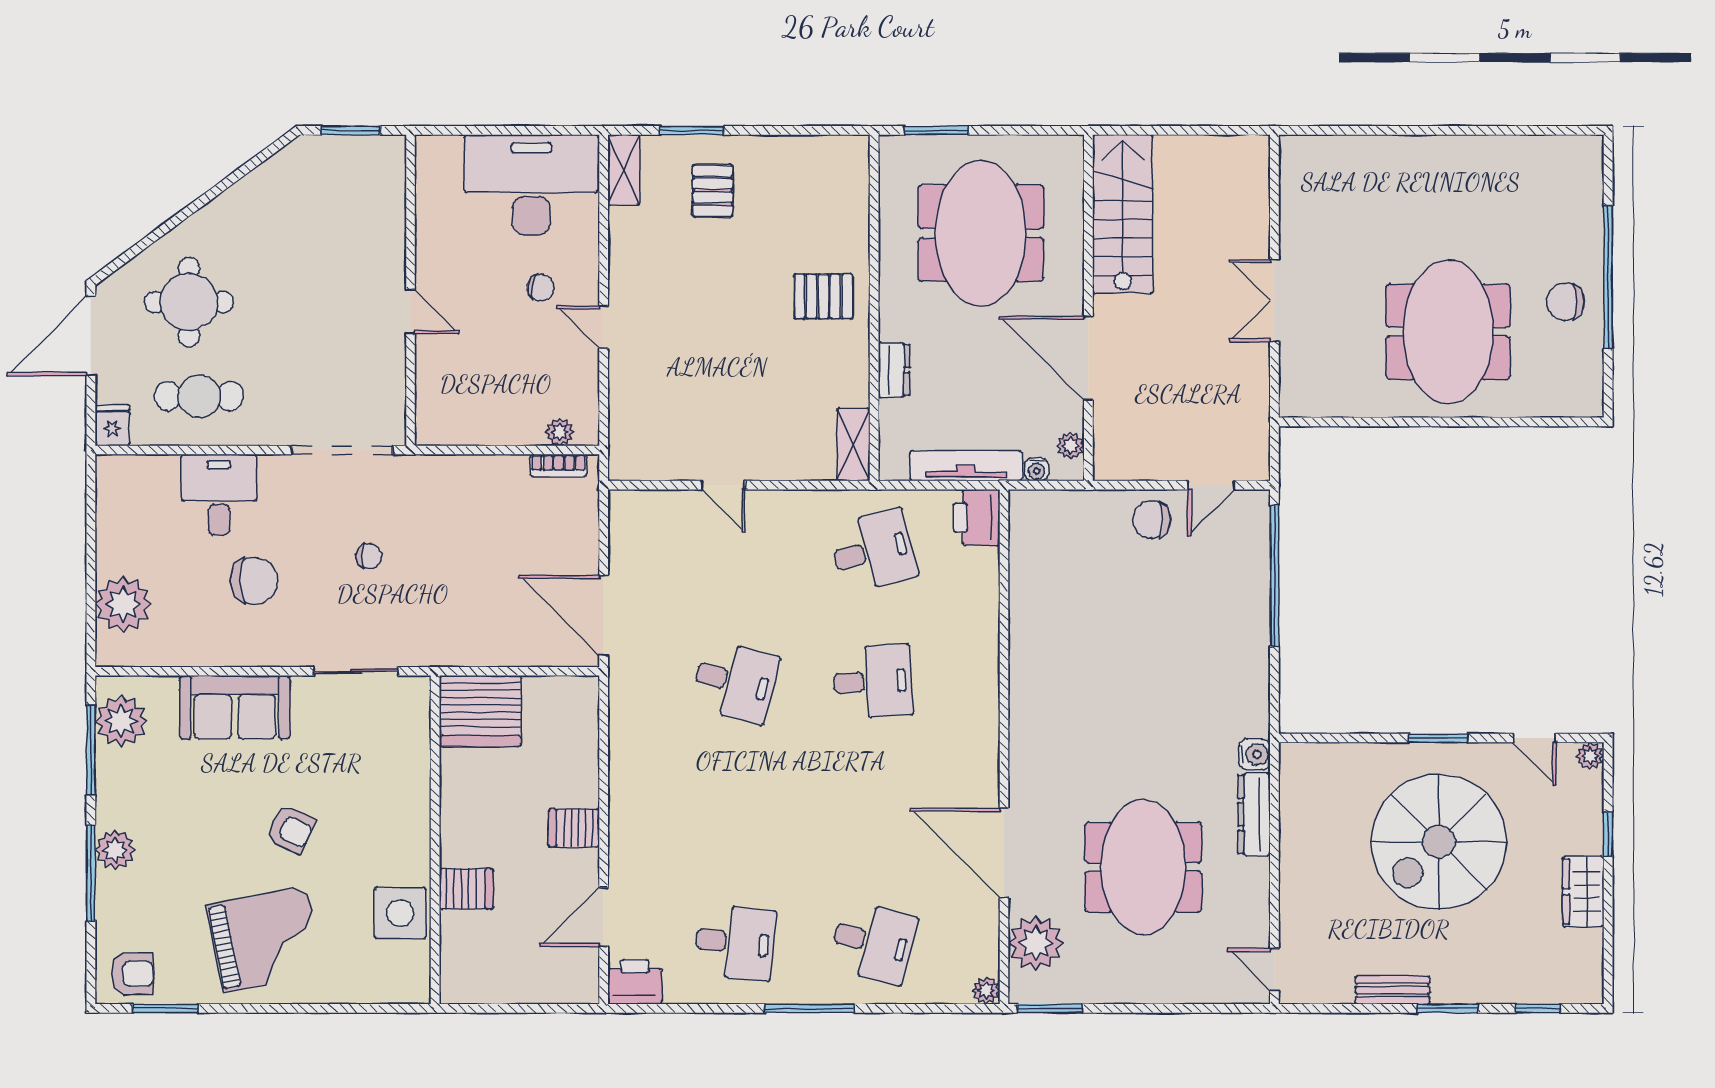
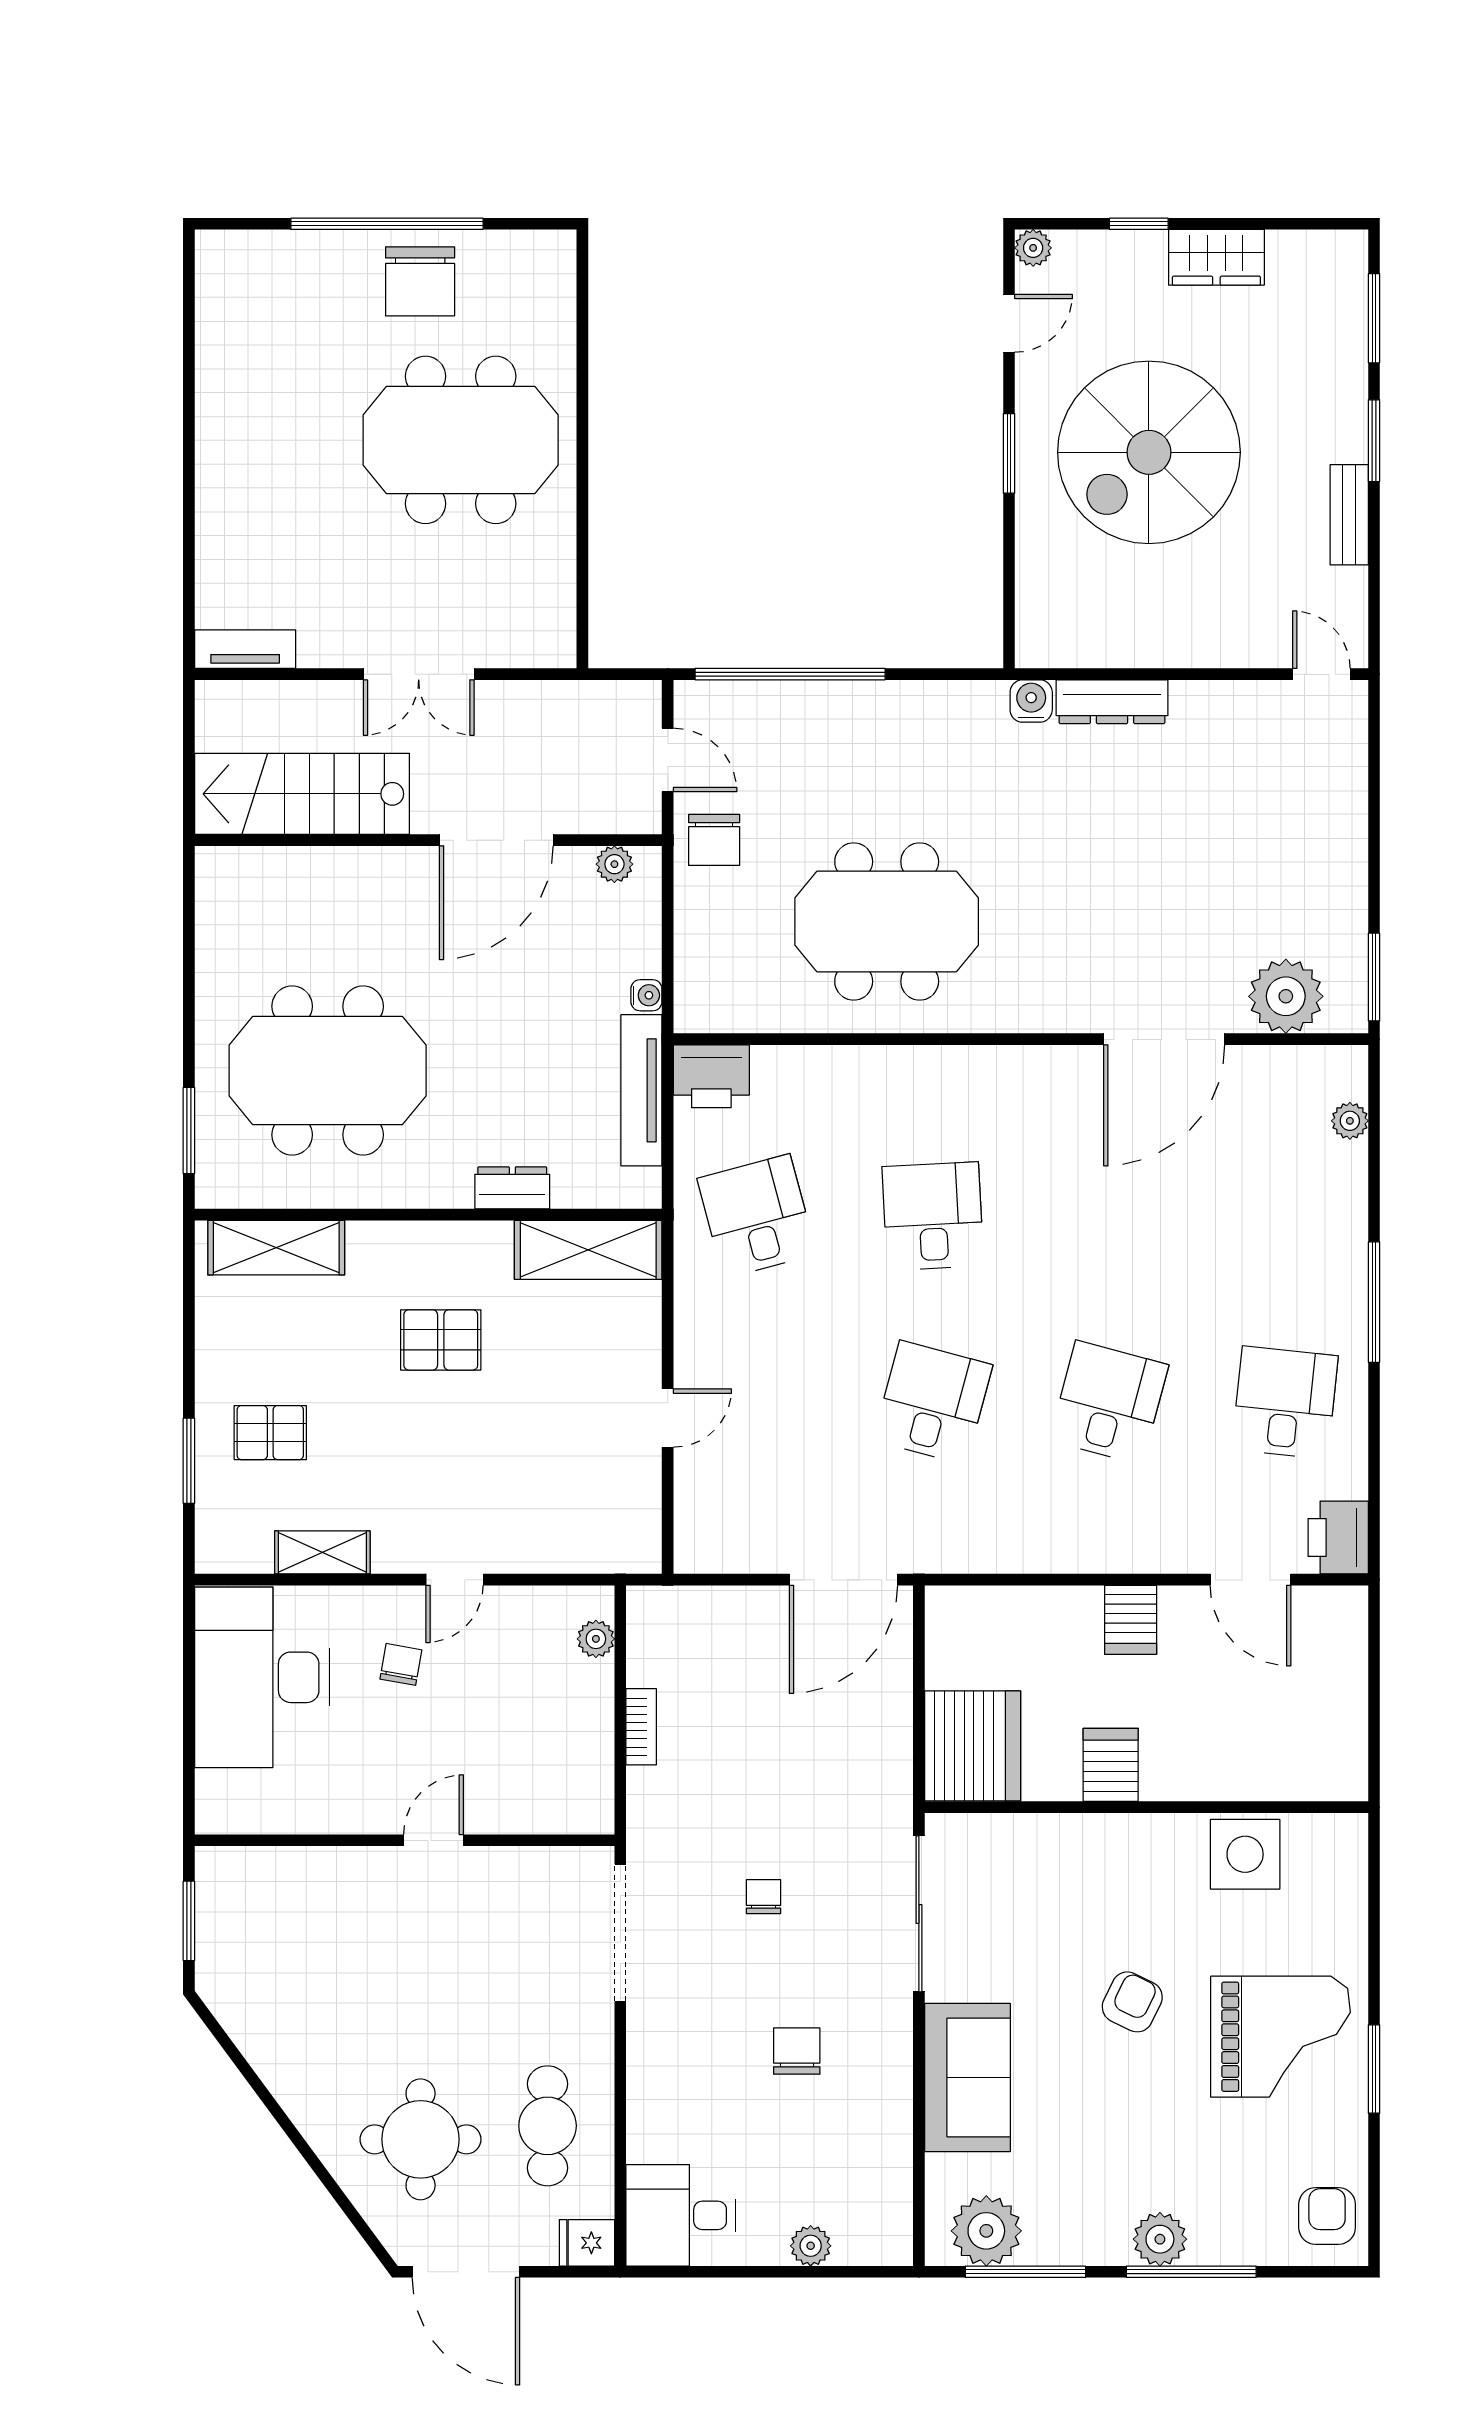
shelving: (624, 170) -> (322, 1552), moved
tv unit: (1293, 172) -> (245, 649), added
shelving: (850, 195) -> (276, 1248), added
stairs: (1123, 214) -> (302, 794), moved
pallet: (823, 296) -> (441, 1340), moved, turned 90
chair: (1565, 302) -> (420, 281), width x1.37, depth x1.37
wall: (1088, 308) -> (428, 840), moved
door: (1088, 358) -> (496, 840), moved
shelving: (853, 444) -> (588, 1250), width x1.50, depth x1.33
plant: (1070, 446) -> (614, 864), moved
bookcase: (558, 466) -> (641, 1727), moved
desk: (219, 495) -> (681, 2215), moved
chair: (254, 581) -> (797, 2051), width x0.73, depth x0.73
plant: (123, 604) -> (811, 2246), width x0.53, depth x0.53
sliding door: (356, 671) -> (919, 1914), width x1.37
spiral stairs: (1439, 842) -> (1149, 452), turned 90
meeting table: (1143, 867) -> (887, 921), moved
server rack: (466, 889) -> (1111, 1765), moved
grand piano: (265, 939) -> (1281, 2037), turned 101
desk: (873, 942) -> (1109, 1403), moved
door: (1274, 969) -> (1321, 674), swing flipped
plant: (986, 991) -> (1350, 1121), moved
window: (165, 1008) -> (1374, 2069), moved
window: (1538, 1008) -> (1374, 318), width x1.50

